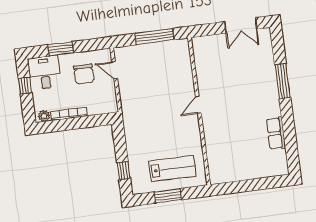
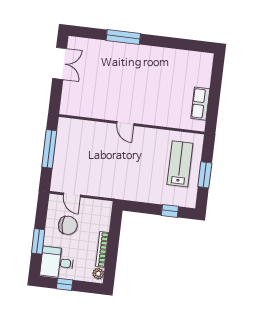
door: (115, 70) -> (72, 195), hinge flipped
row of seats: (276, 133) -> (200, 104), moved, turned 90

